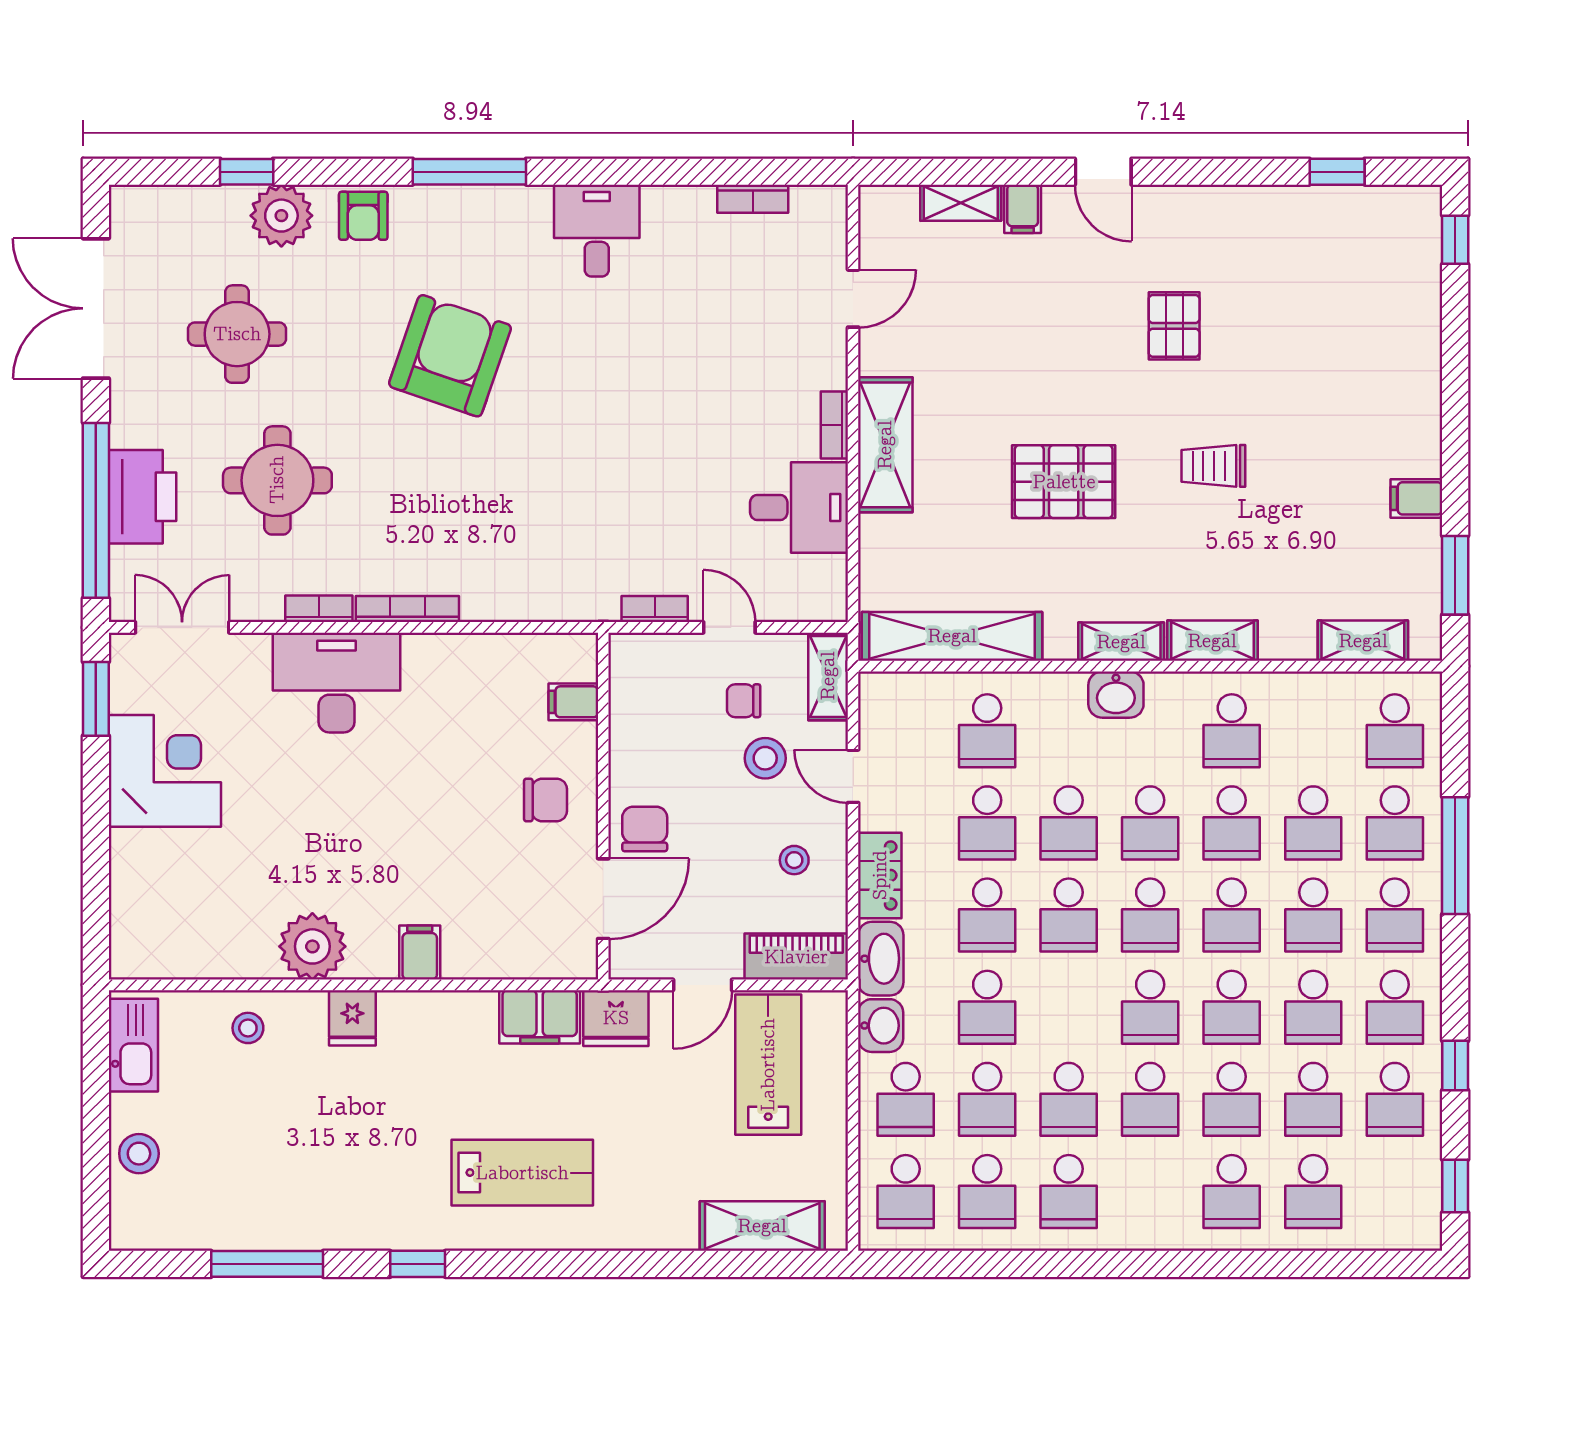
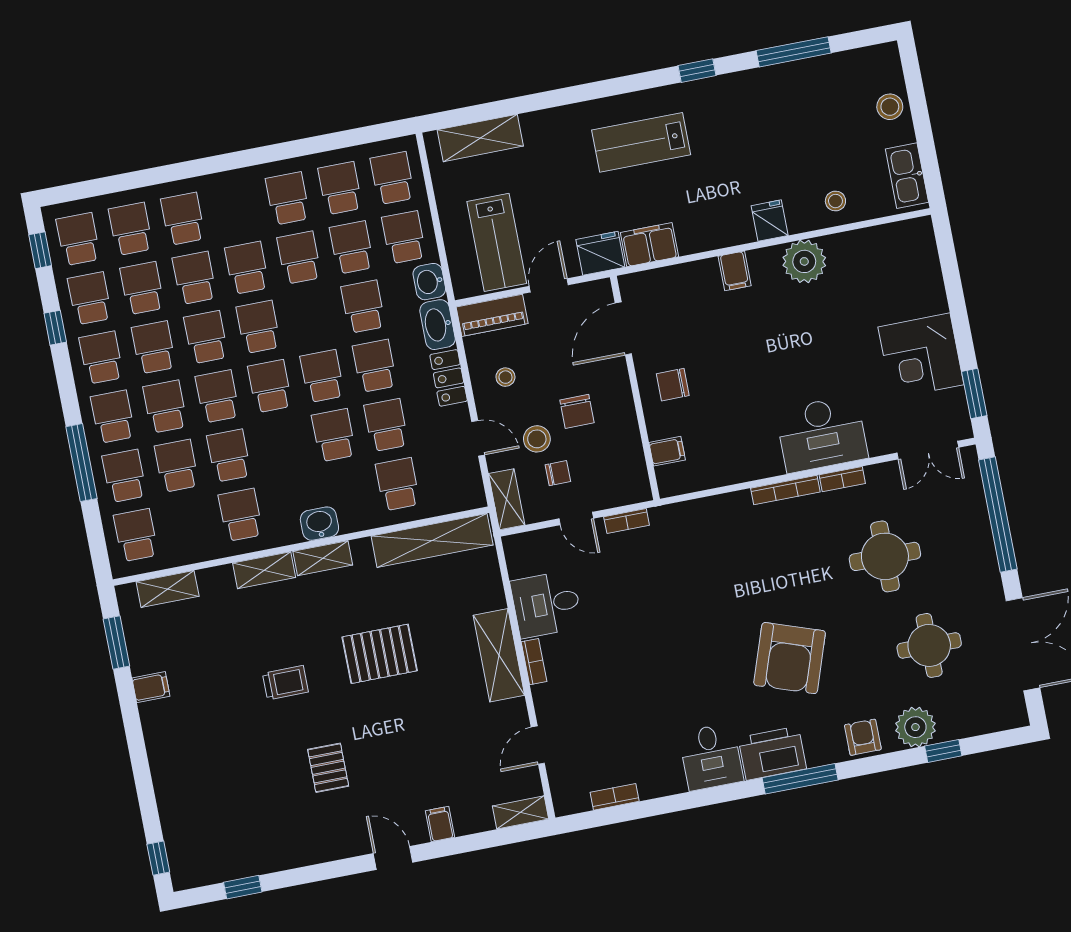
shelving: (961, 203) -> (521, 812), moved
printer: (142, 497) -> (772, 753), moved, turned 90
school desk: (1150, 823) -> (78, 239), moved
chair: (645, 829) -> (577, 411), moved

